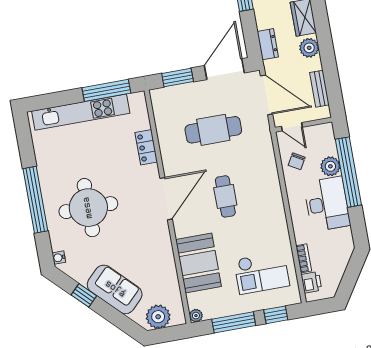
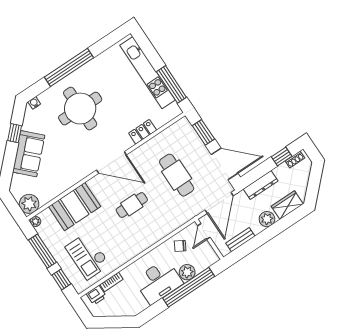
dresser: (268, 44) -> (261, 185), width x1.44
plant: (158, 317) -> (29, 204), moved

